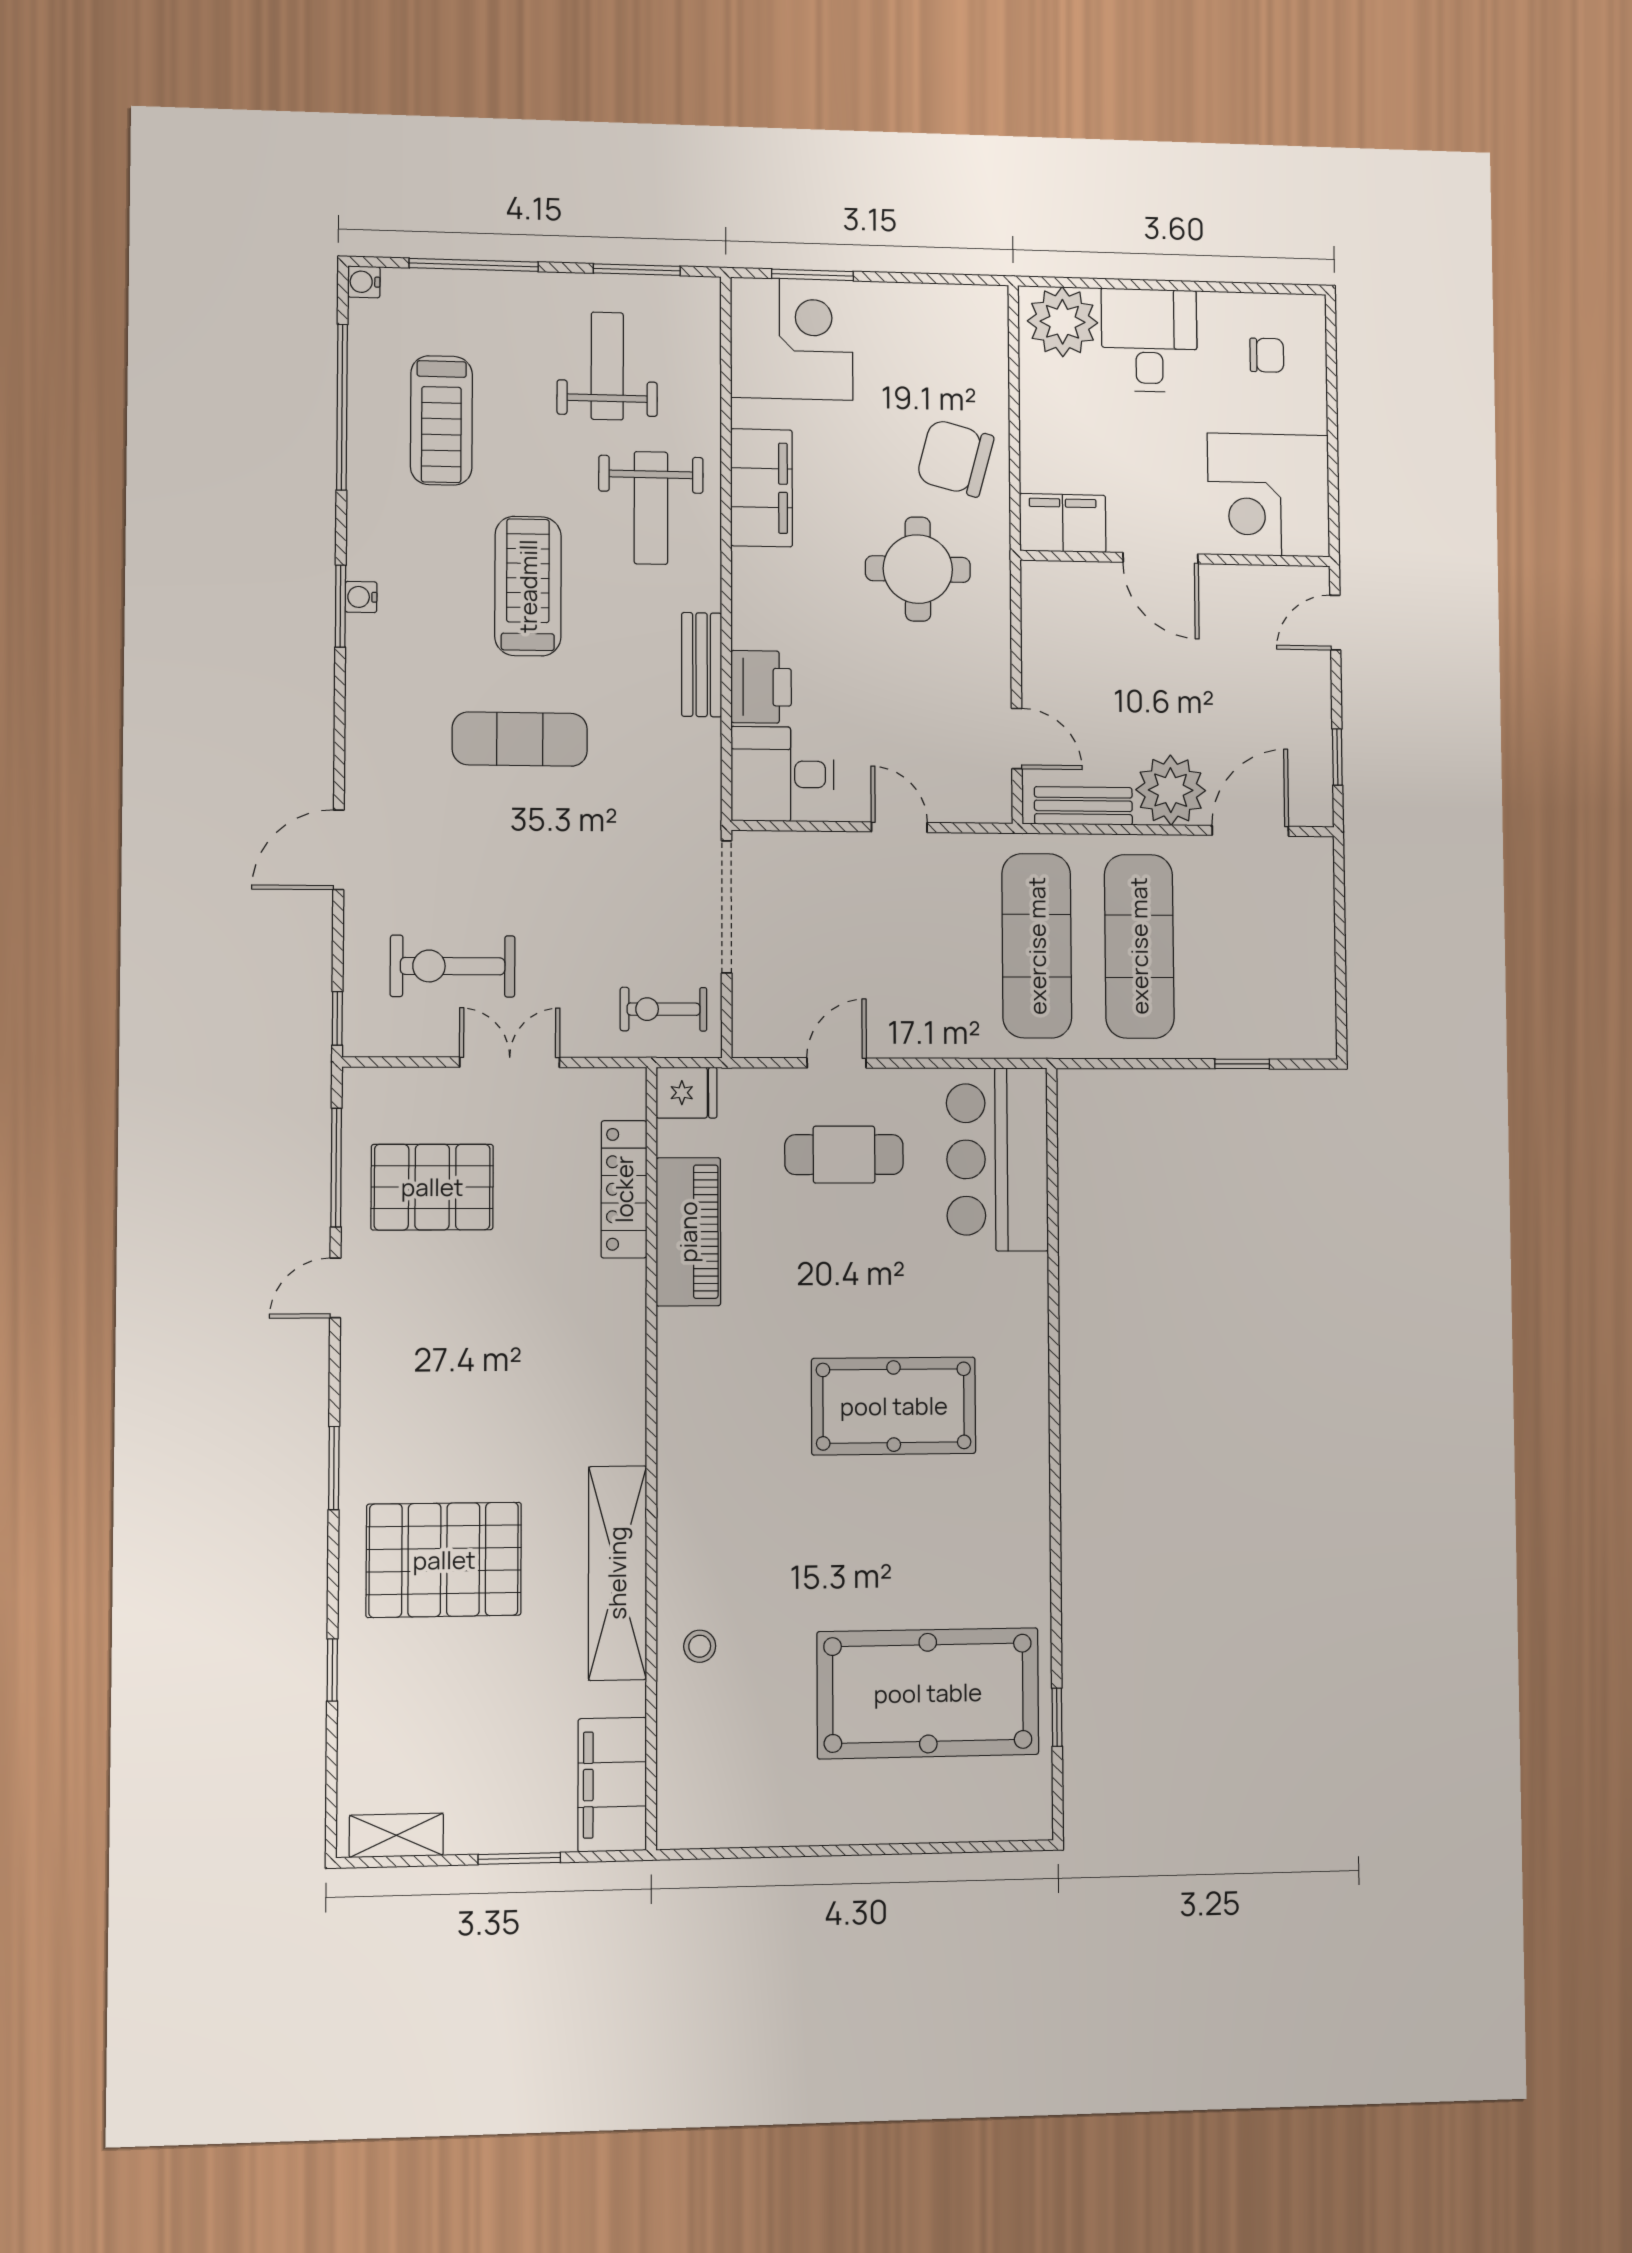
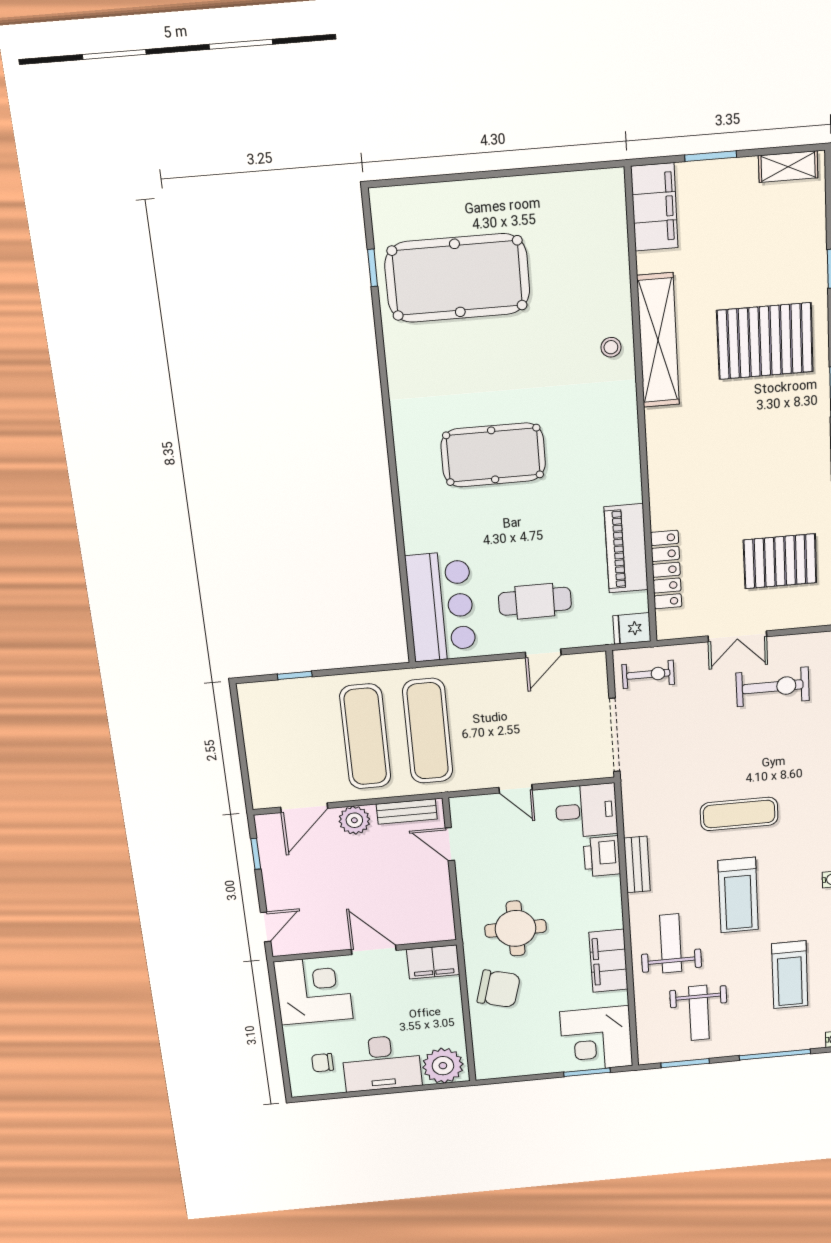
desk: (1149, 340) -> (382, 1063), width x1.37
treadmill: (441, 420) -> (790, 975), turned 180
plant: (1171, 790) -> (354, 820), width x0.73, depth x0.73
stool: (700, 1646) -> (611, 347), moved

